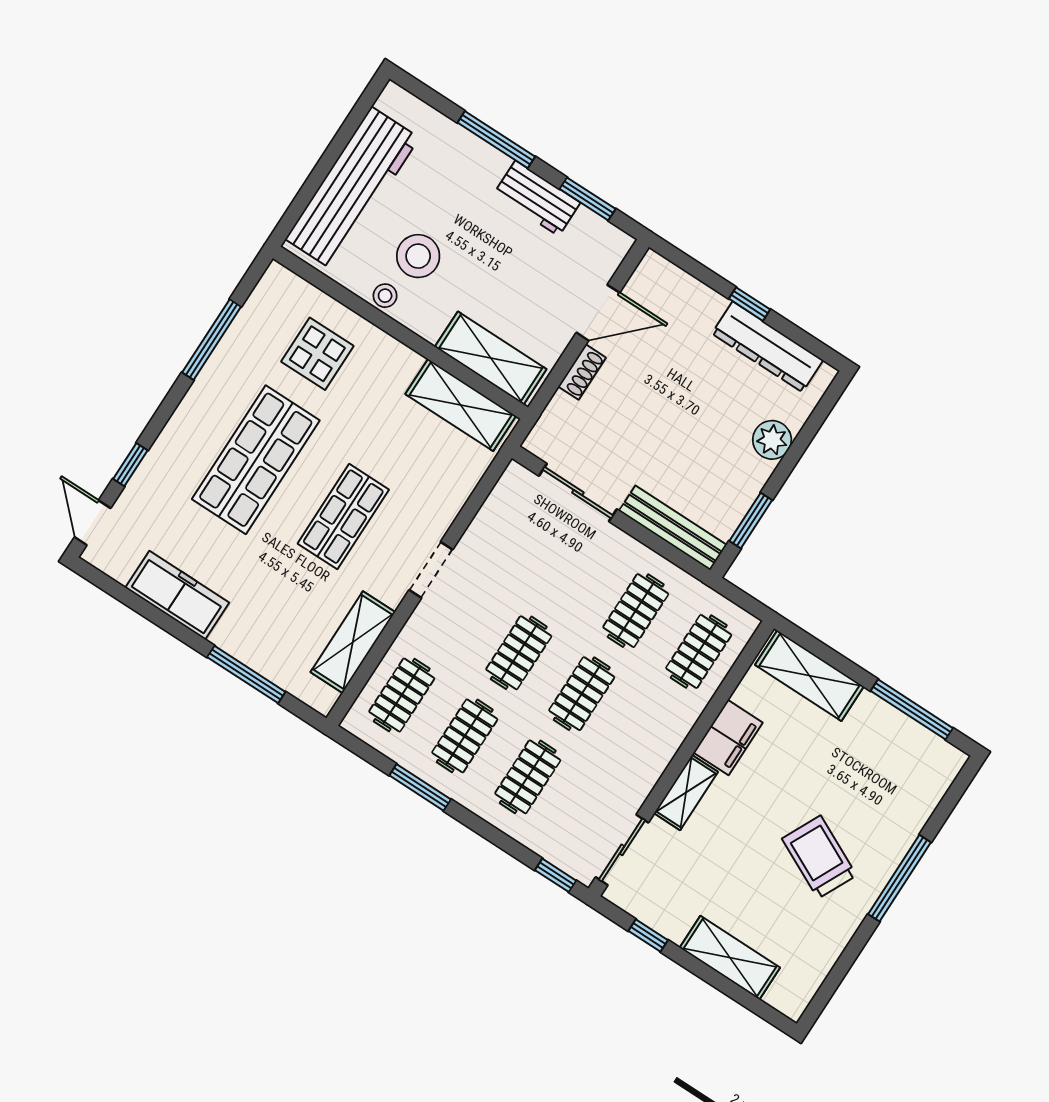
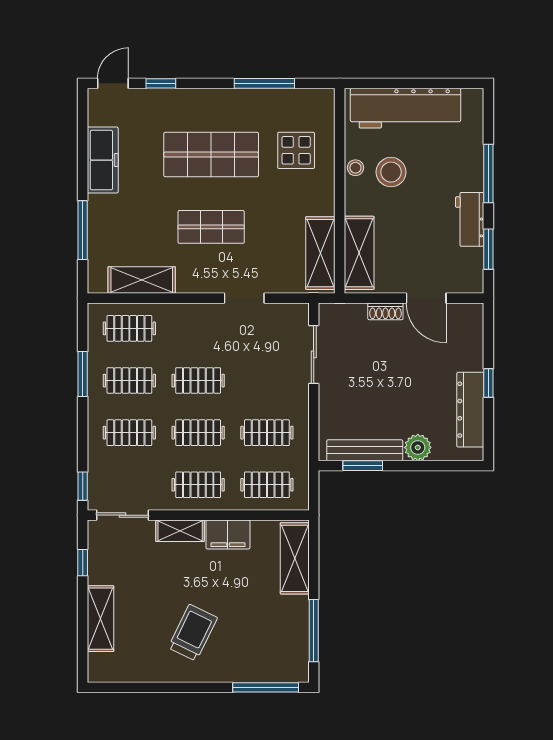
bench: (673, 528) -> (365, 450), moved, turned 90
doorway: (431, 570) -> (244, 298), moved
clothes rail: (645, 735) -> (198, 485), added
window: (899, 878) -> (266, 687), moved

